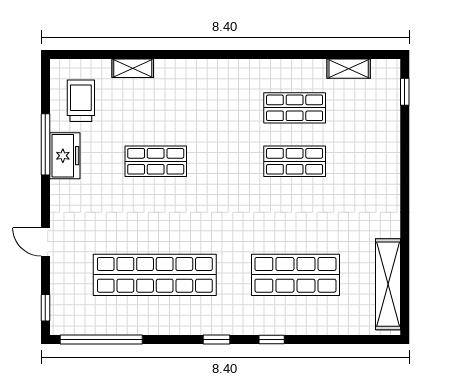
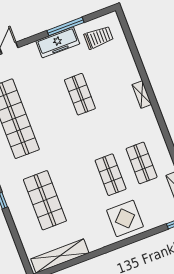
shelving: (133, 68) -> (142, 94), moved
freezer: (65, 156) -> (58, 42), width x1.40
display table: (369, 165) -> (125, 218), added

